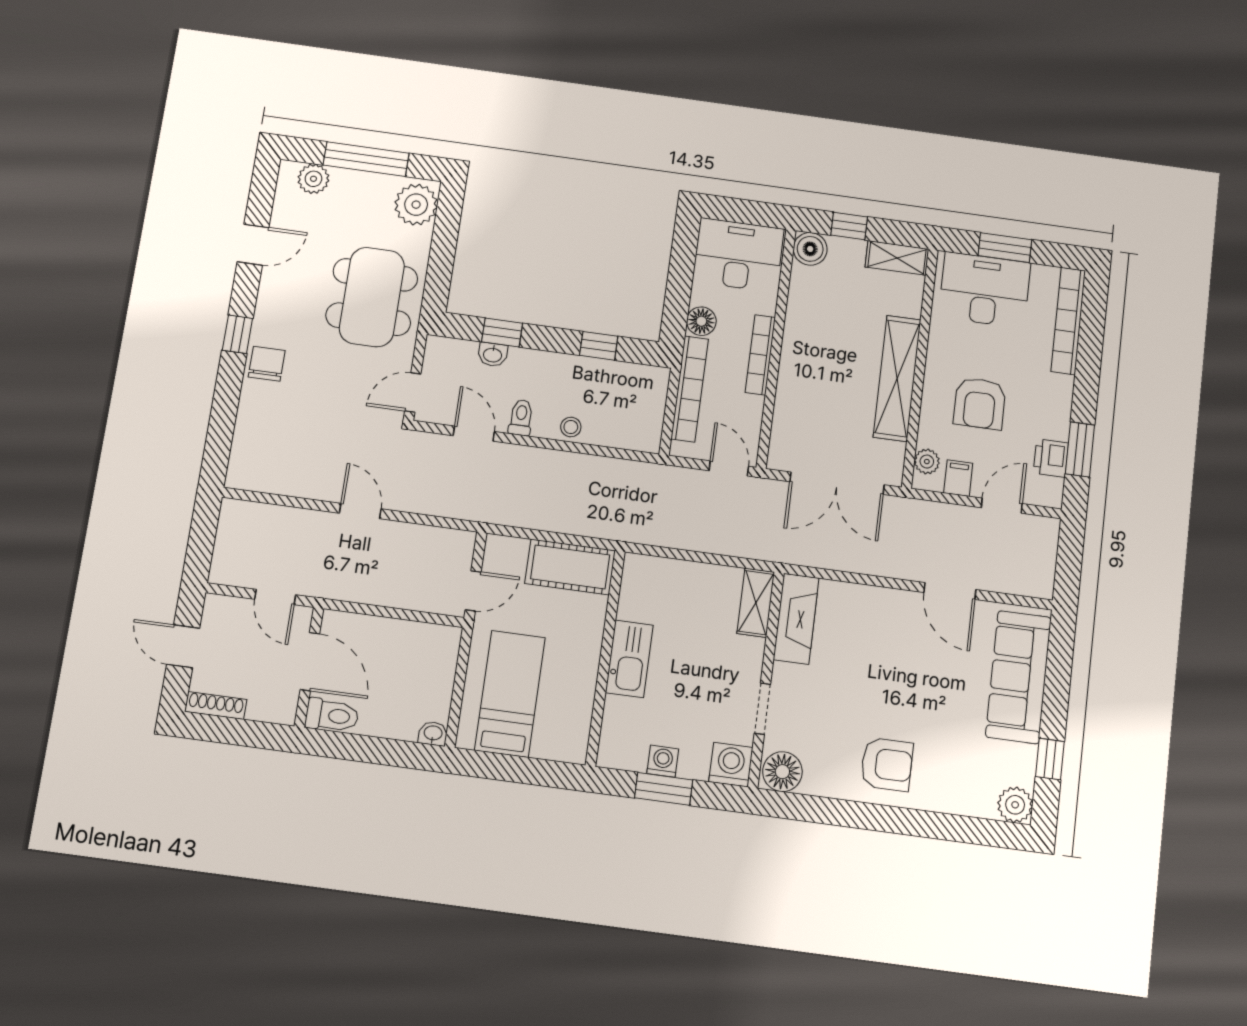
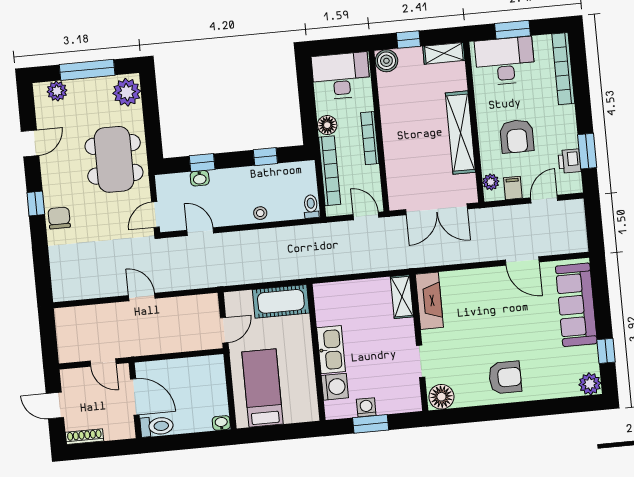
toilet: (521, 417) -> (311, 207), moved
washing machine: (731, 765) -> (335, 387), moved, turned 90

